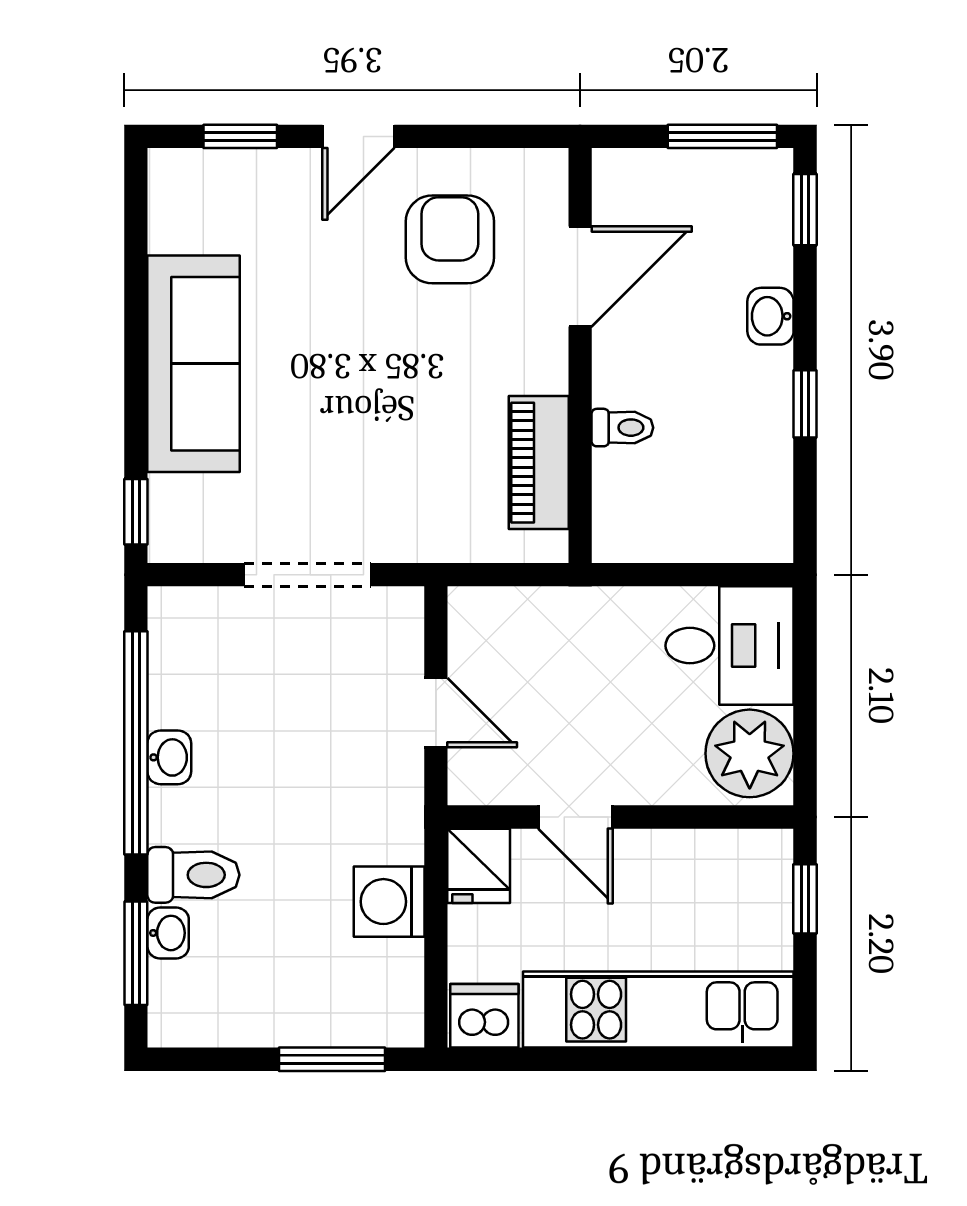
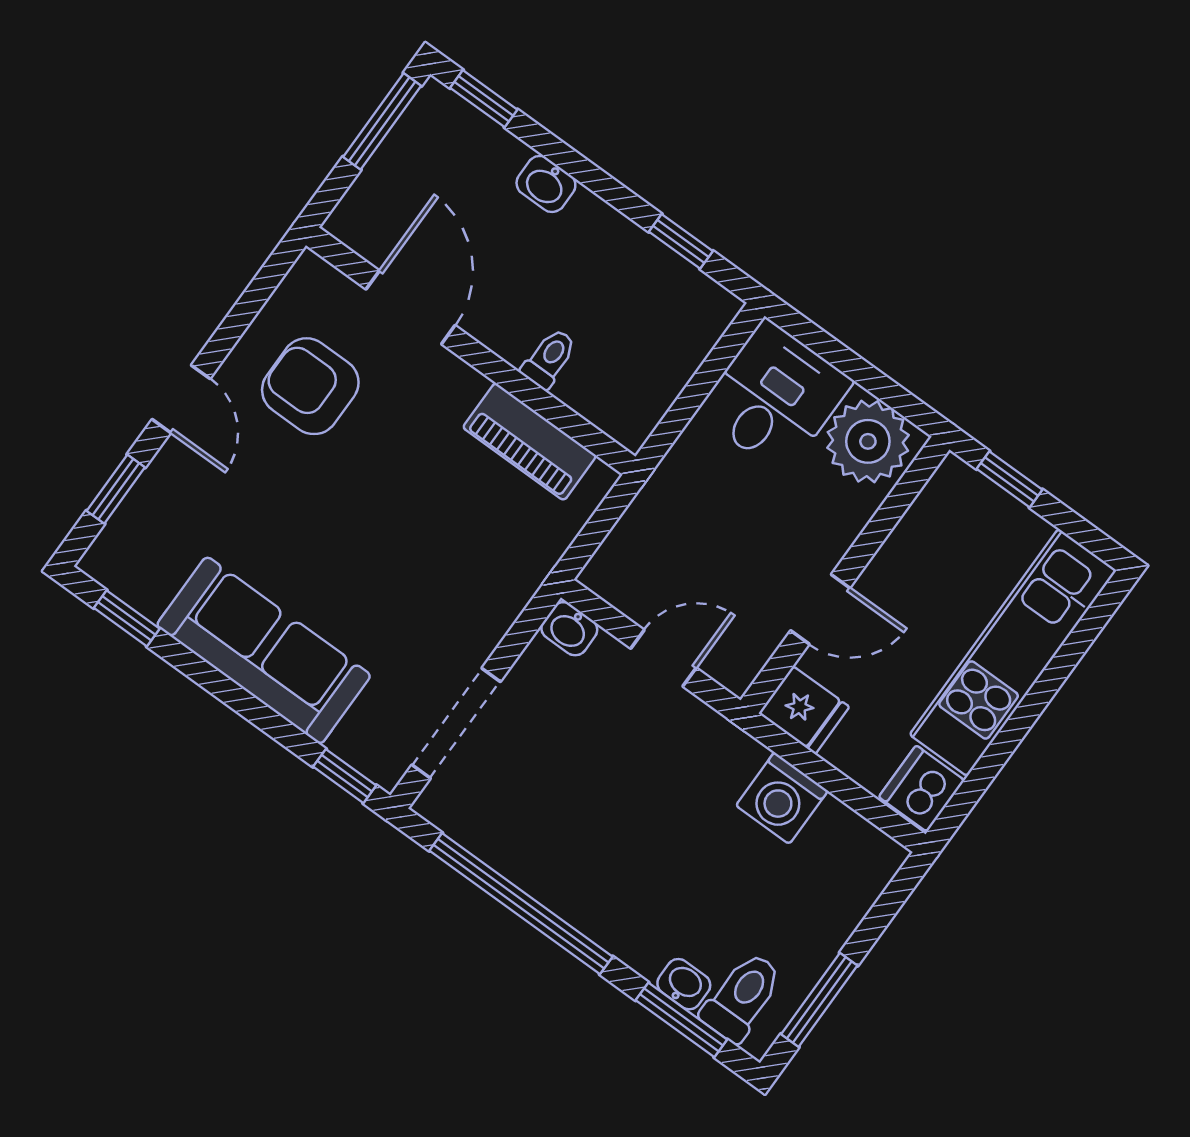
window: (136, 226) -> (127, 618), added
window: (805, 404) -> (681, 241), moved
doorway: (308, 575) -> (456, 723), moved
washbasin: (169, 757) -> (569, 629), moved, turned 180
toilet: (193, 875) -> (742, 997), moved
window: (332, 1059) -> (819, 1000), moved

